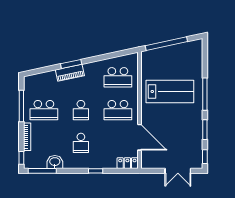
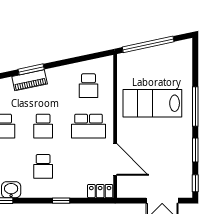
school desk: (118, 77) -> (88, 86), width x0.54
lab bench: (170, 91) -> (152, 103), turned 180

